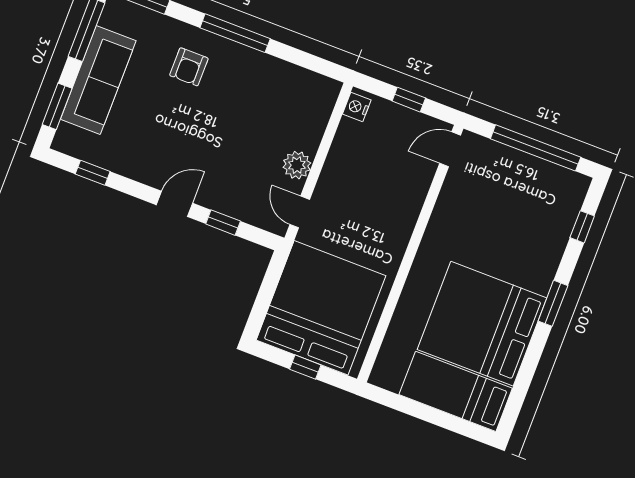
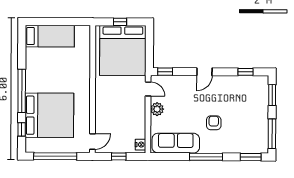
armchair: (189, 67) -> (214, 123), moved
sofa: (98, 80) -> (176, 143), moved, turned 90
window: (223, 223) -> (165, 72), moved
window: (553, 303) -> (22, 91), width x2.11
bed: (482, 324) -> (49, 115), moved

